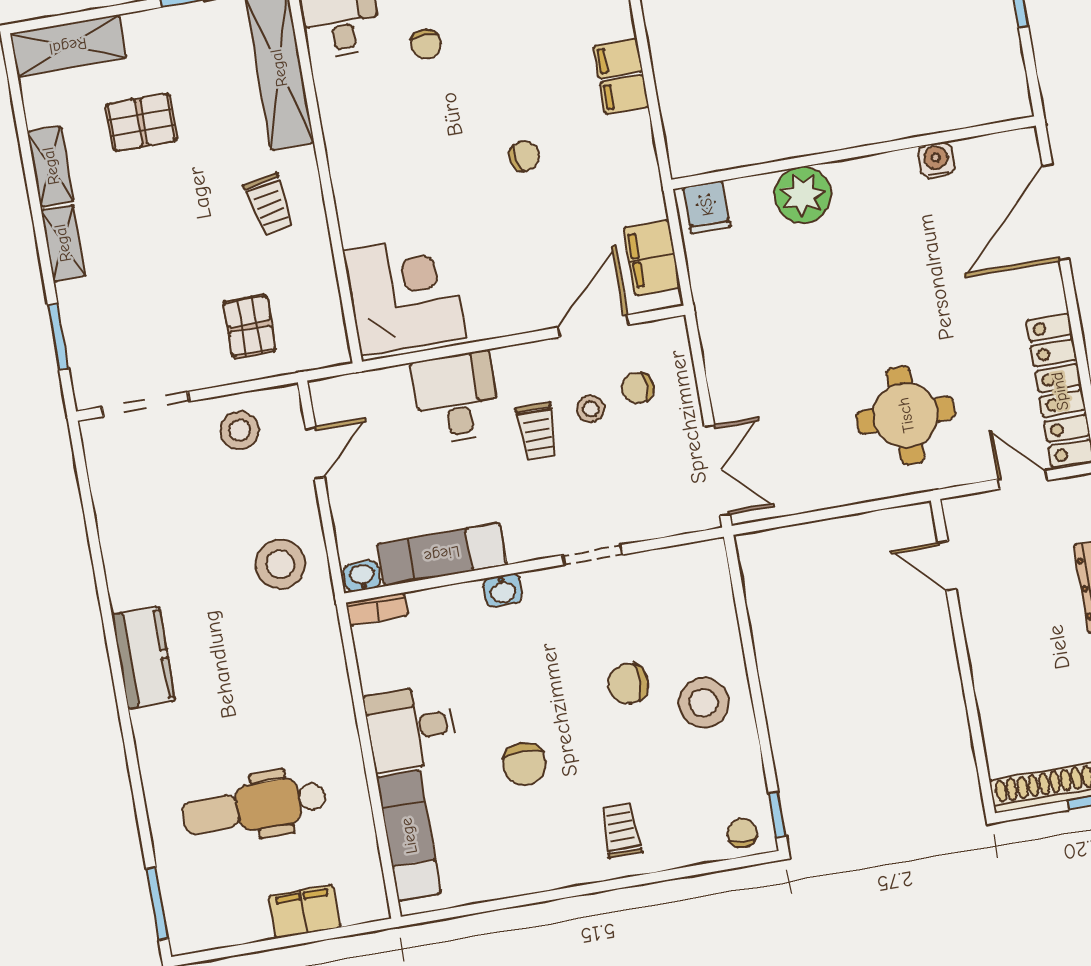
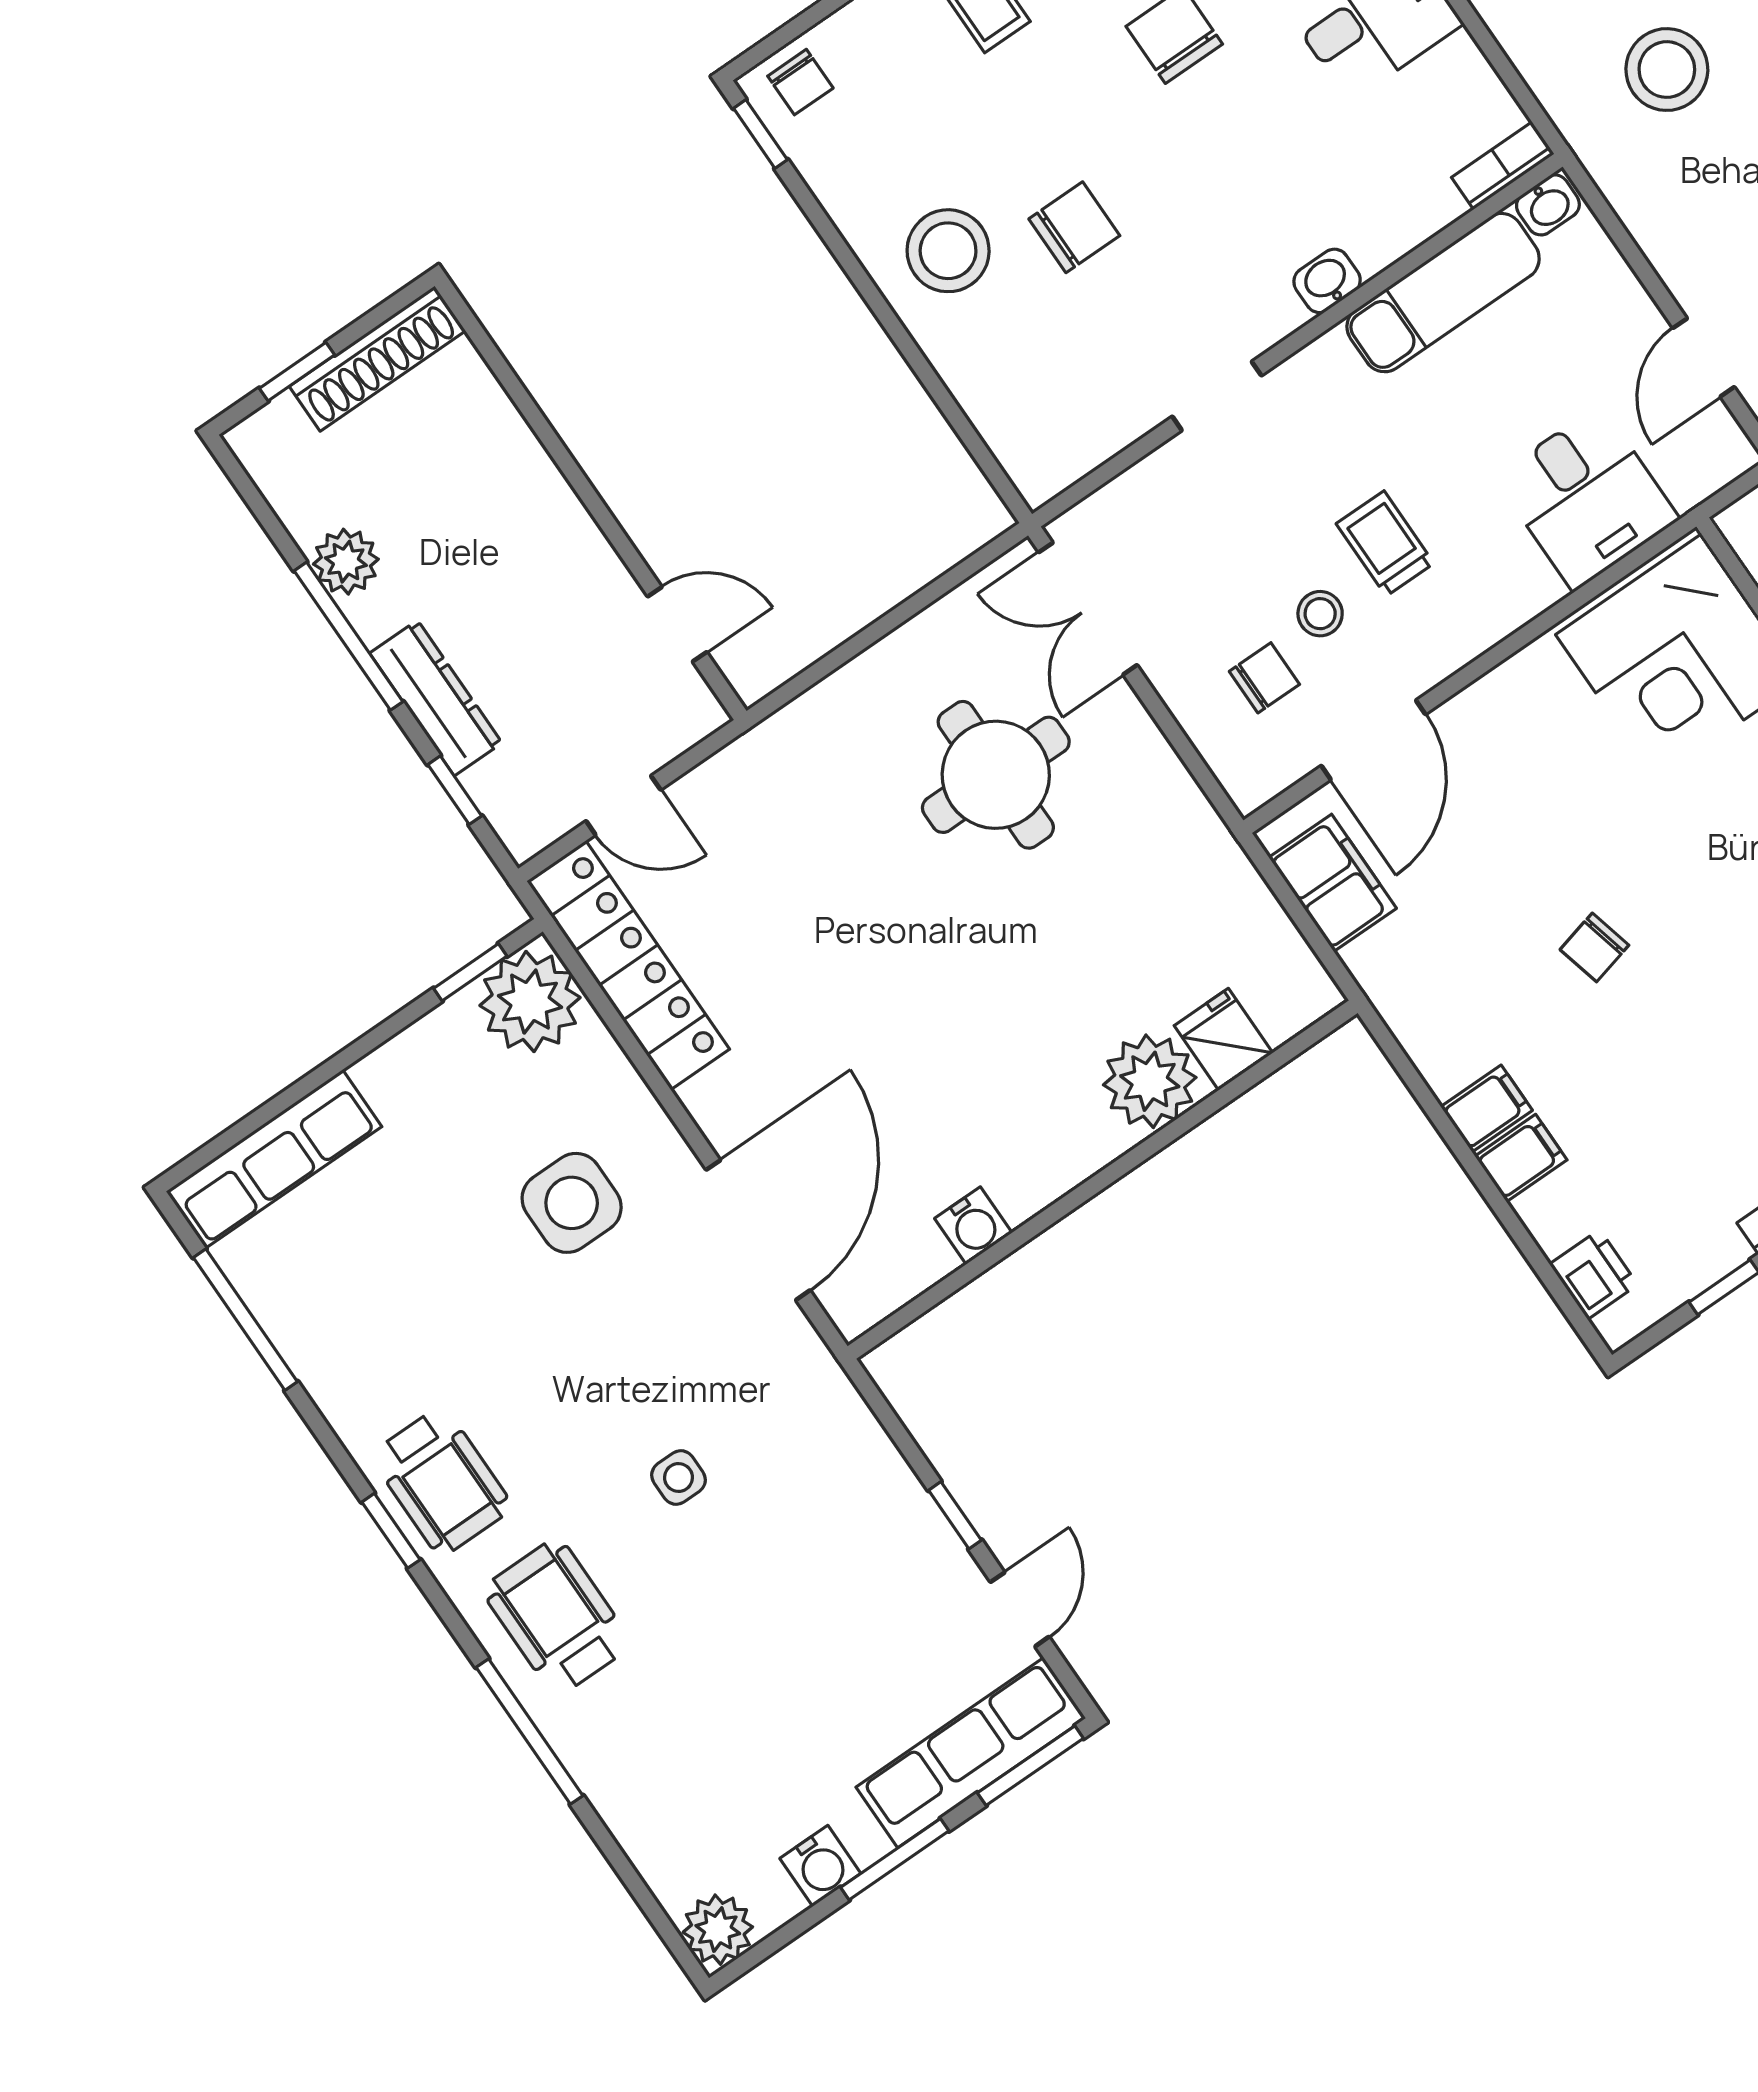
fridge: (707, 207) -> (1224, 1039), moved
desk: (456, 398) -> (1587, 498), moved
round table: (906, 415) -> (996, 775), moved
stool: (280, 564) -> (1667, 70), moved

